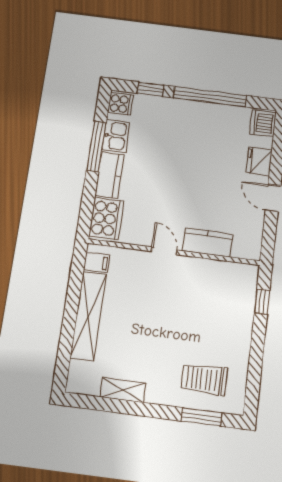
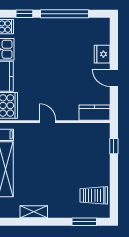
dishwasher: (263, 123) -> (102, 28), removed
kitchen counter: (207, 242) -> (94, 113), moved
trolley: (204, 379) -> (94, 195), moved

